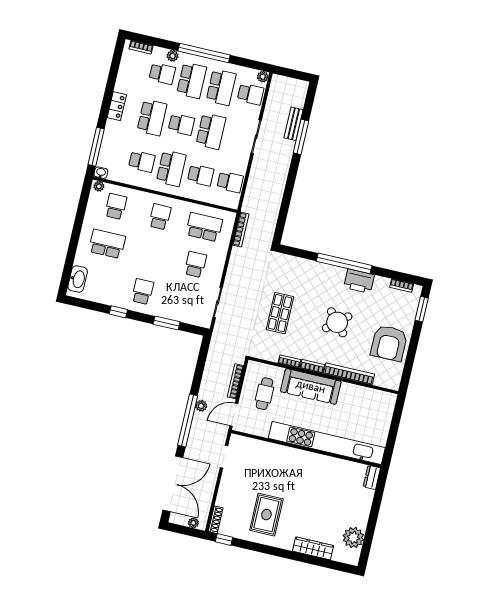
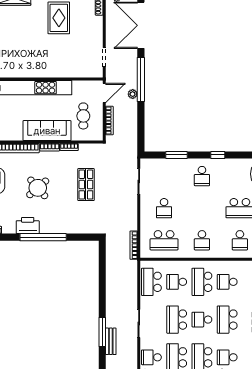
school desk: (230, 182) -> (151, 282), width x1.85

